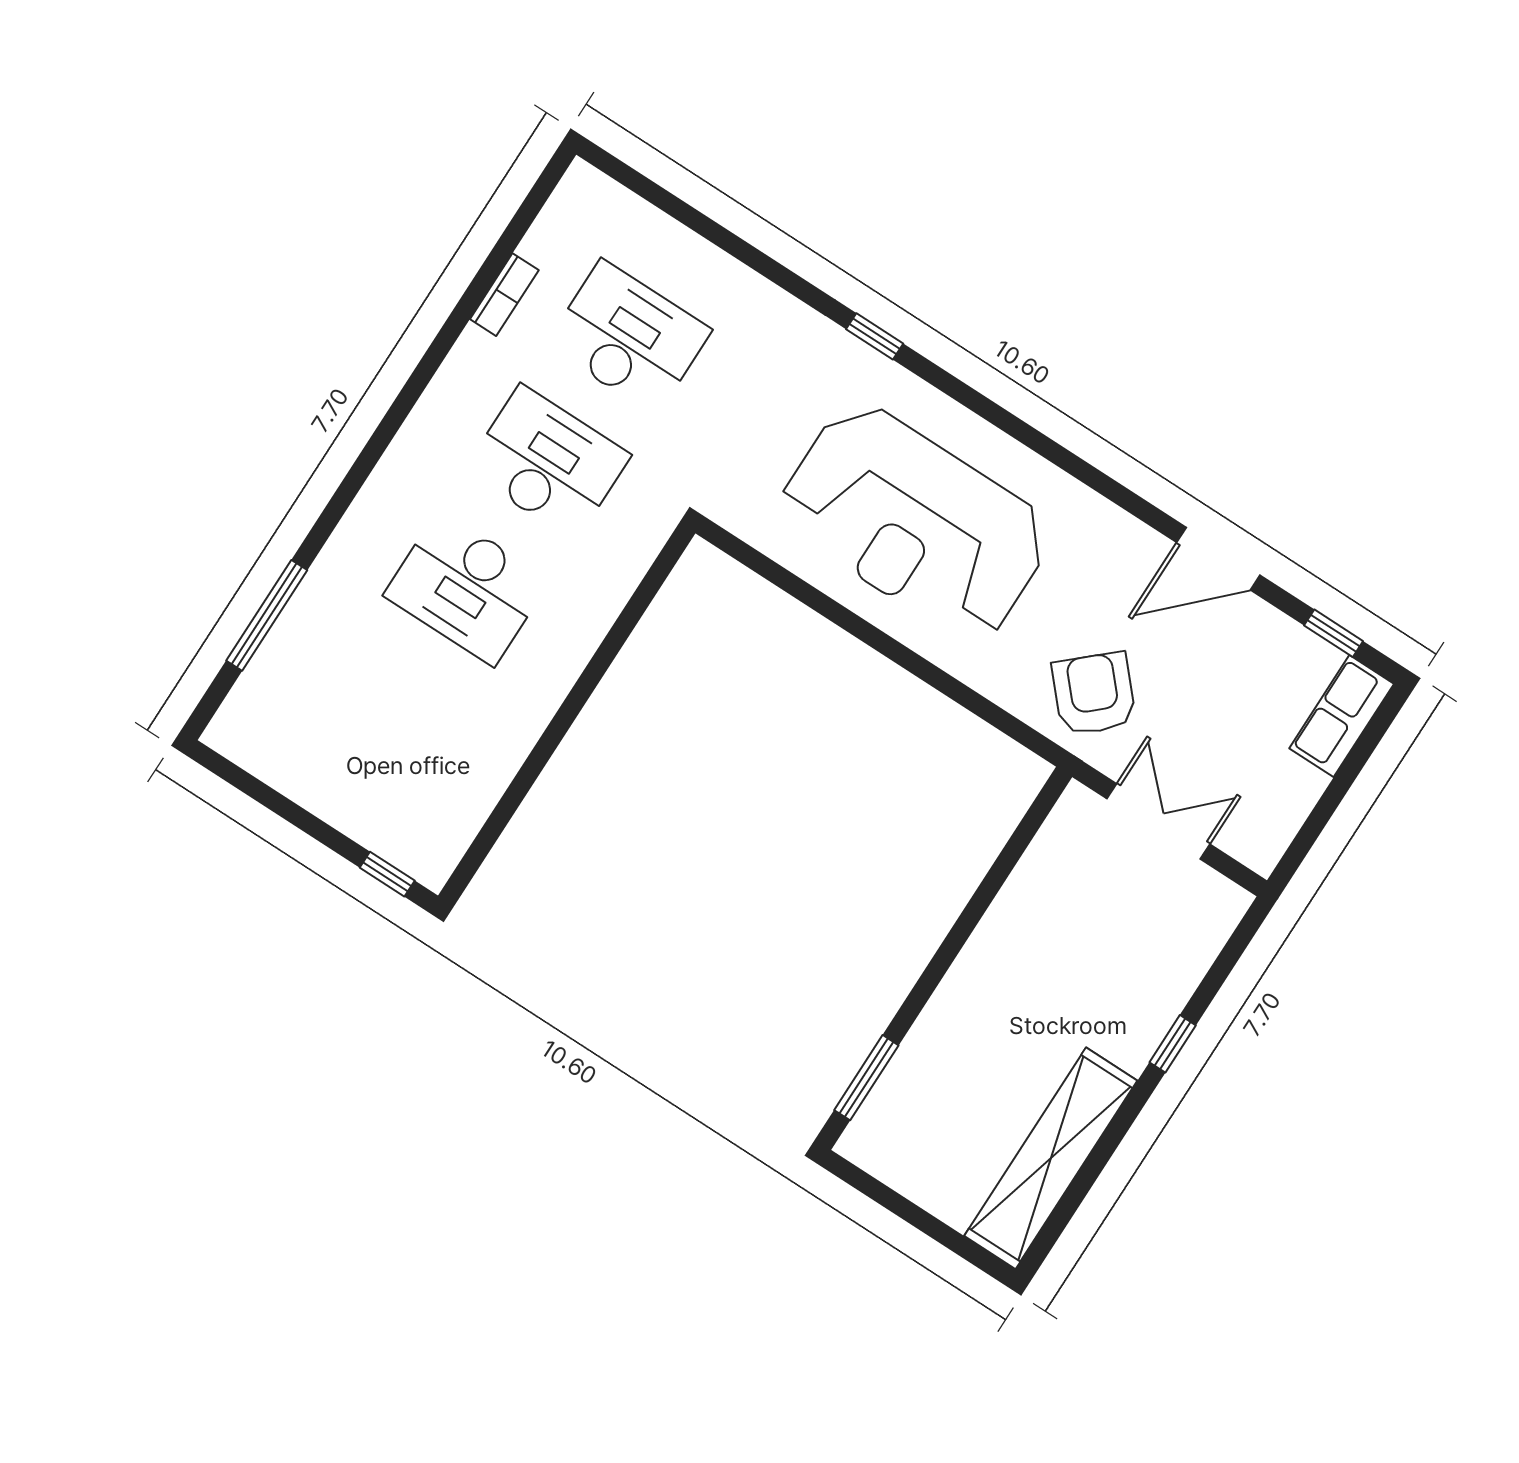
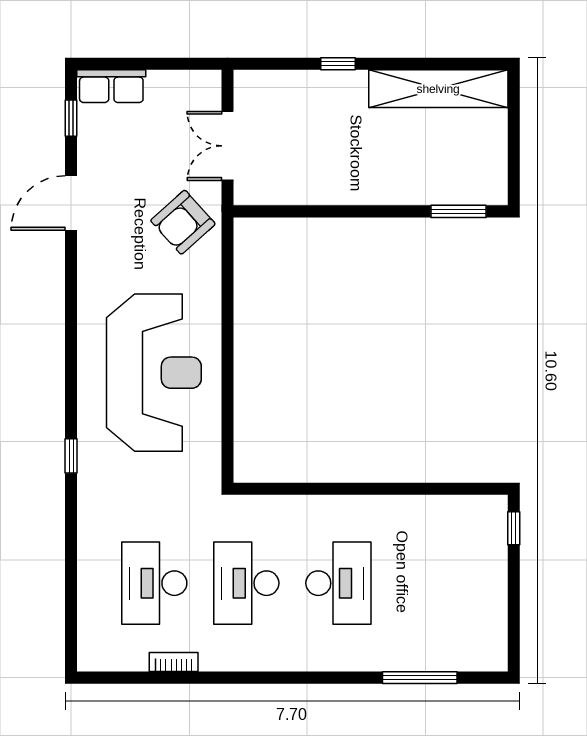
door: (1218, 559) -> (71, 203), swing flipped

